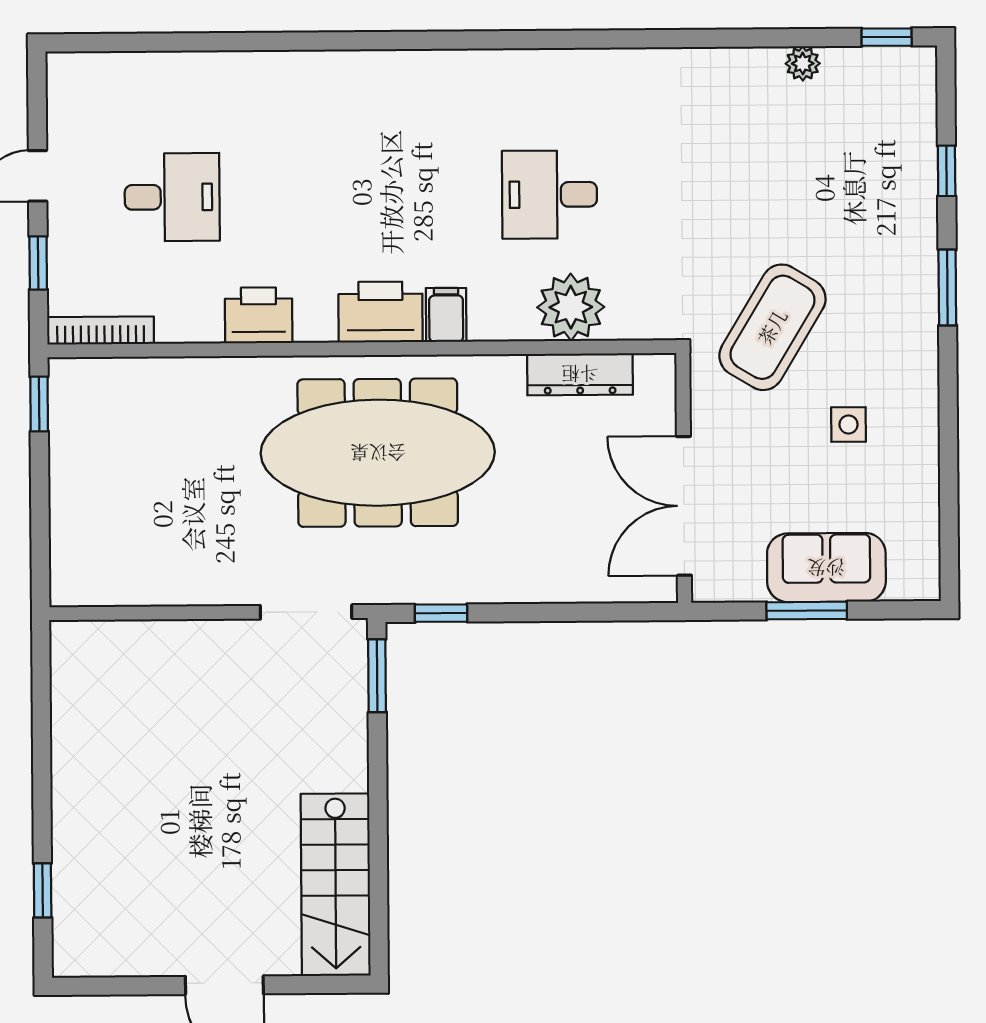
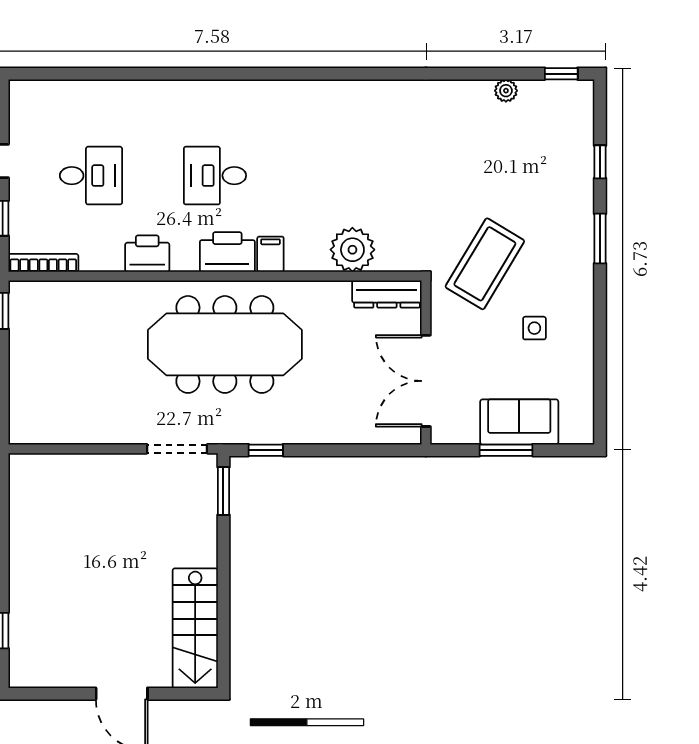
desk: (550, 195) -> (215, 176), moved
dresser: (580, 374) -> (387, 294), moved

